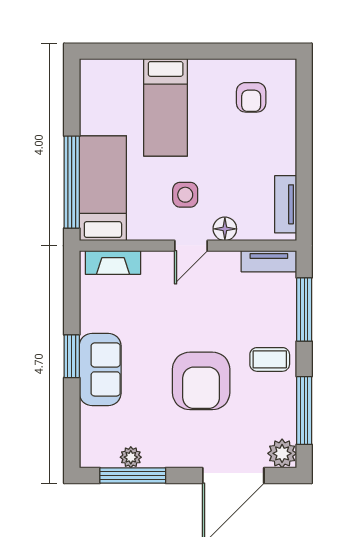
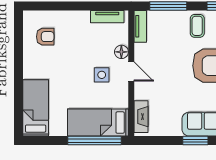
bed: (166, 107) -> (36, 108), moved, turned -90

